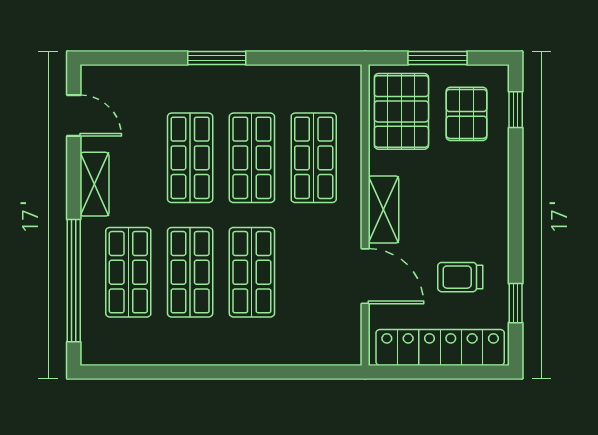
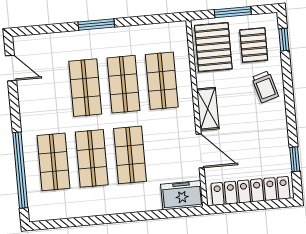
shelving: (94, 184) -> (28, 109), removed
trolley: (460, 277) -> (265, 87), moved, turned -106
freezer: (329, 344) -> (182, 195), added

